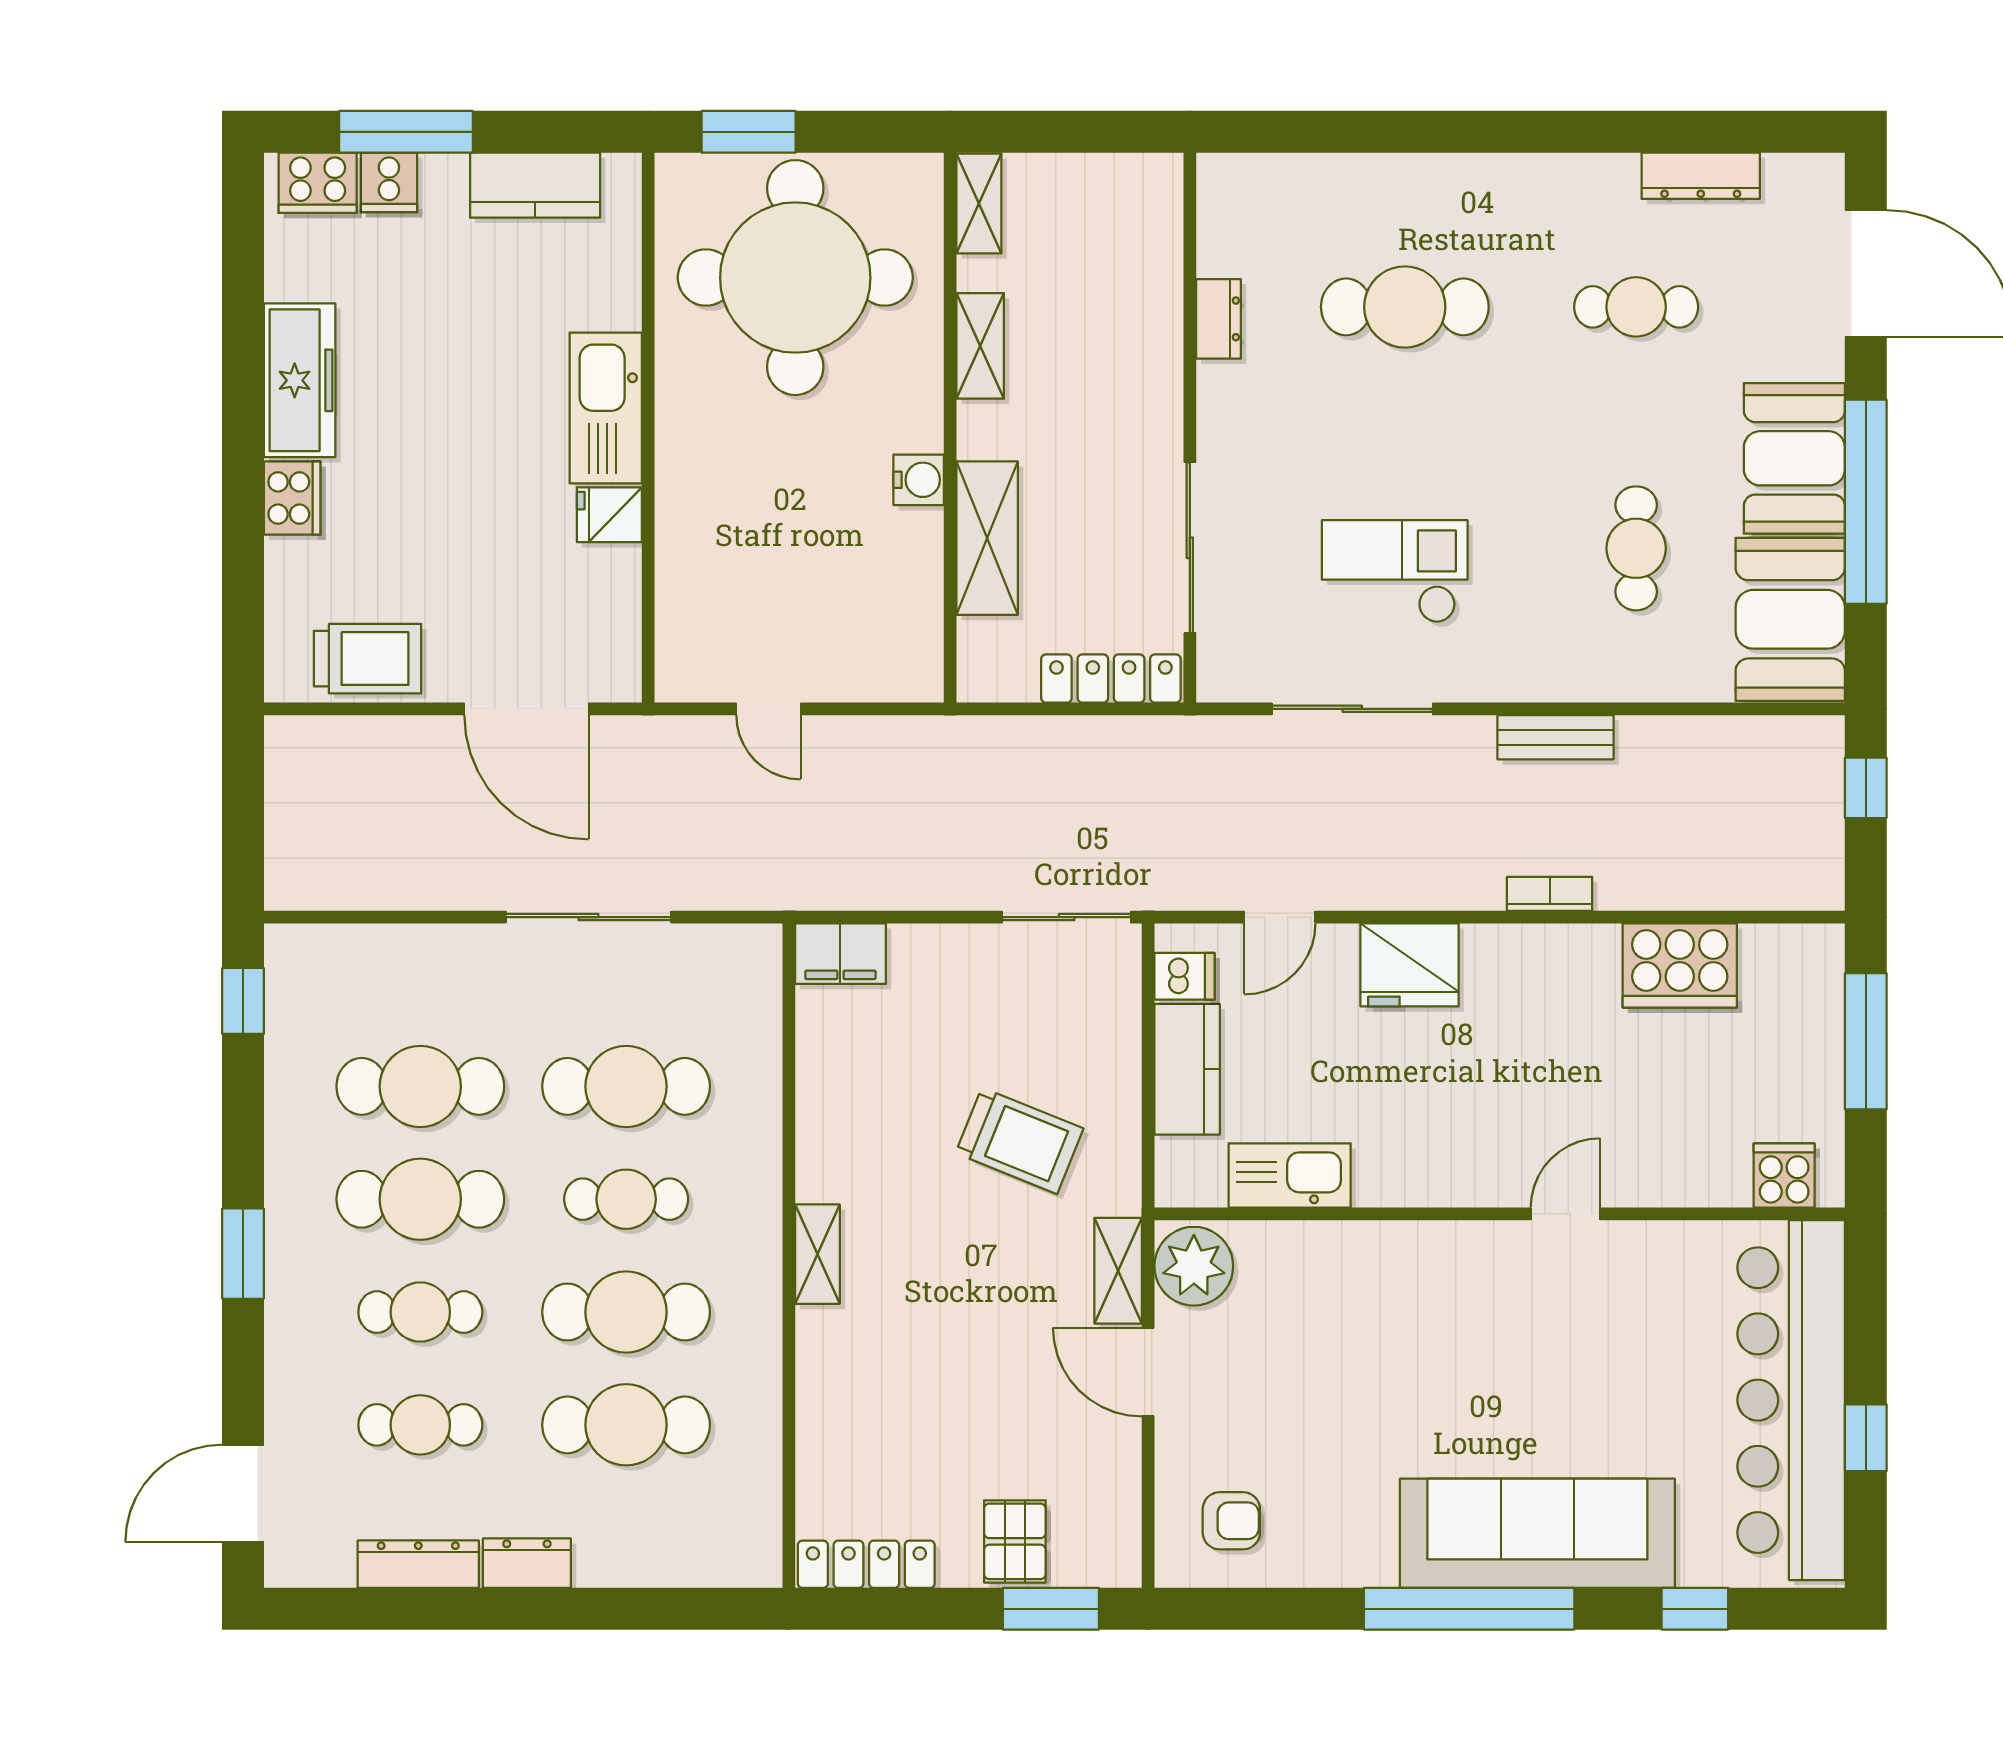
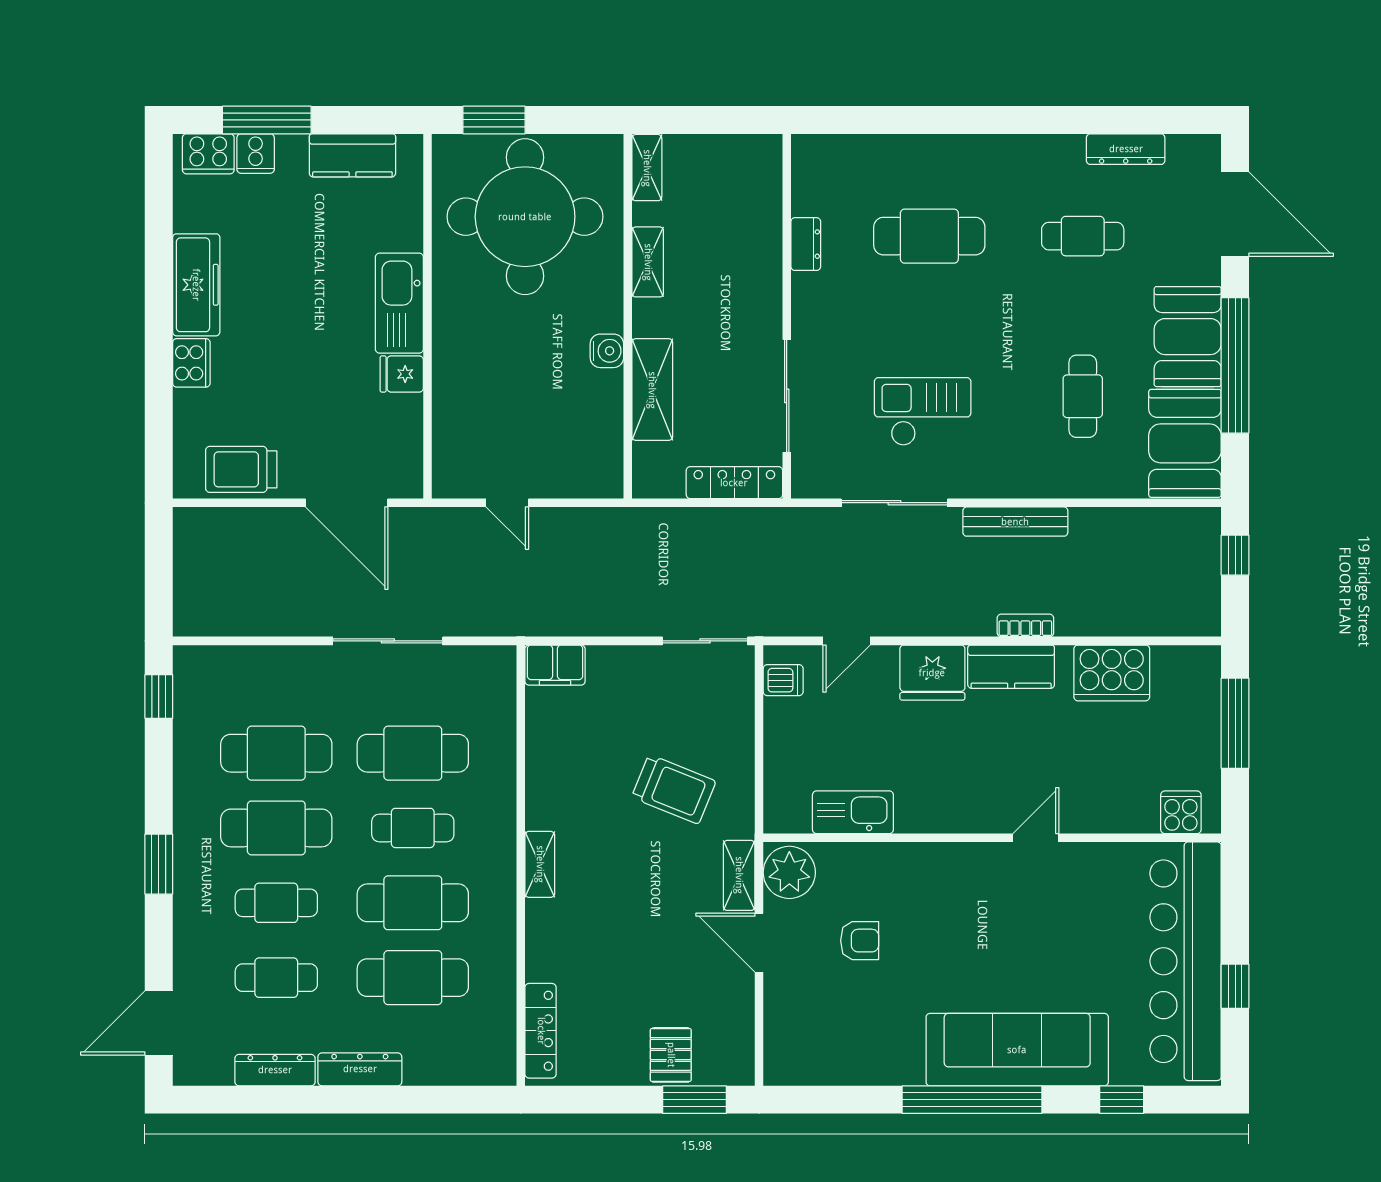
trolley: (367, 659) -> (241, 469), turned 180
bench: (1556, 737) -> (1015, 522), width x1.36
kitchen counter: (1187, 1069) -> (1011, 667), moved, turned 90
armchair: (1231, 1521) -> (860, 941), moved
dresser: (527, 1563) -> (360, 1069), width x1.44
locker: (866, 1564) -> (541, 1031), moved, turned 90

